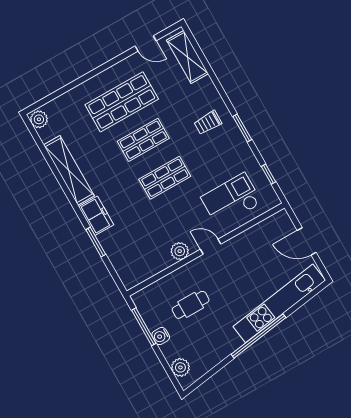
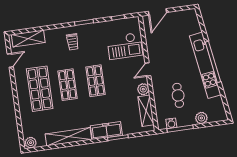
checkout: (231, 200) -> (125, 46), turned -90
freezer: (96, 216) -> (106, 130), width x1.40
door: (307, 241) -> (157, 12), moved
shelving: (150, 267) -> (146, 111), added
kitchen unit: (279, 303) -> (205, 65), moved
water cooler: (161, 336) -> (171, 123), moved
plant: (180, 367) -> (201, 118), moved

